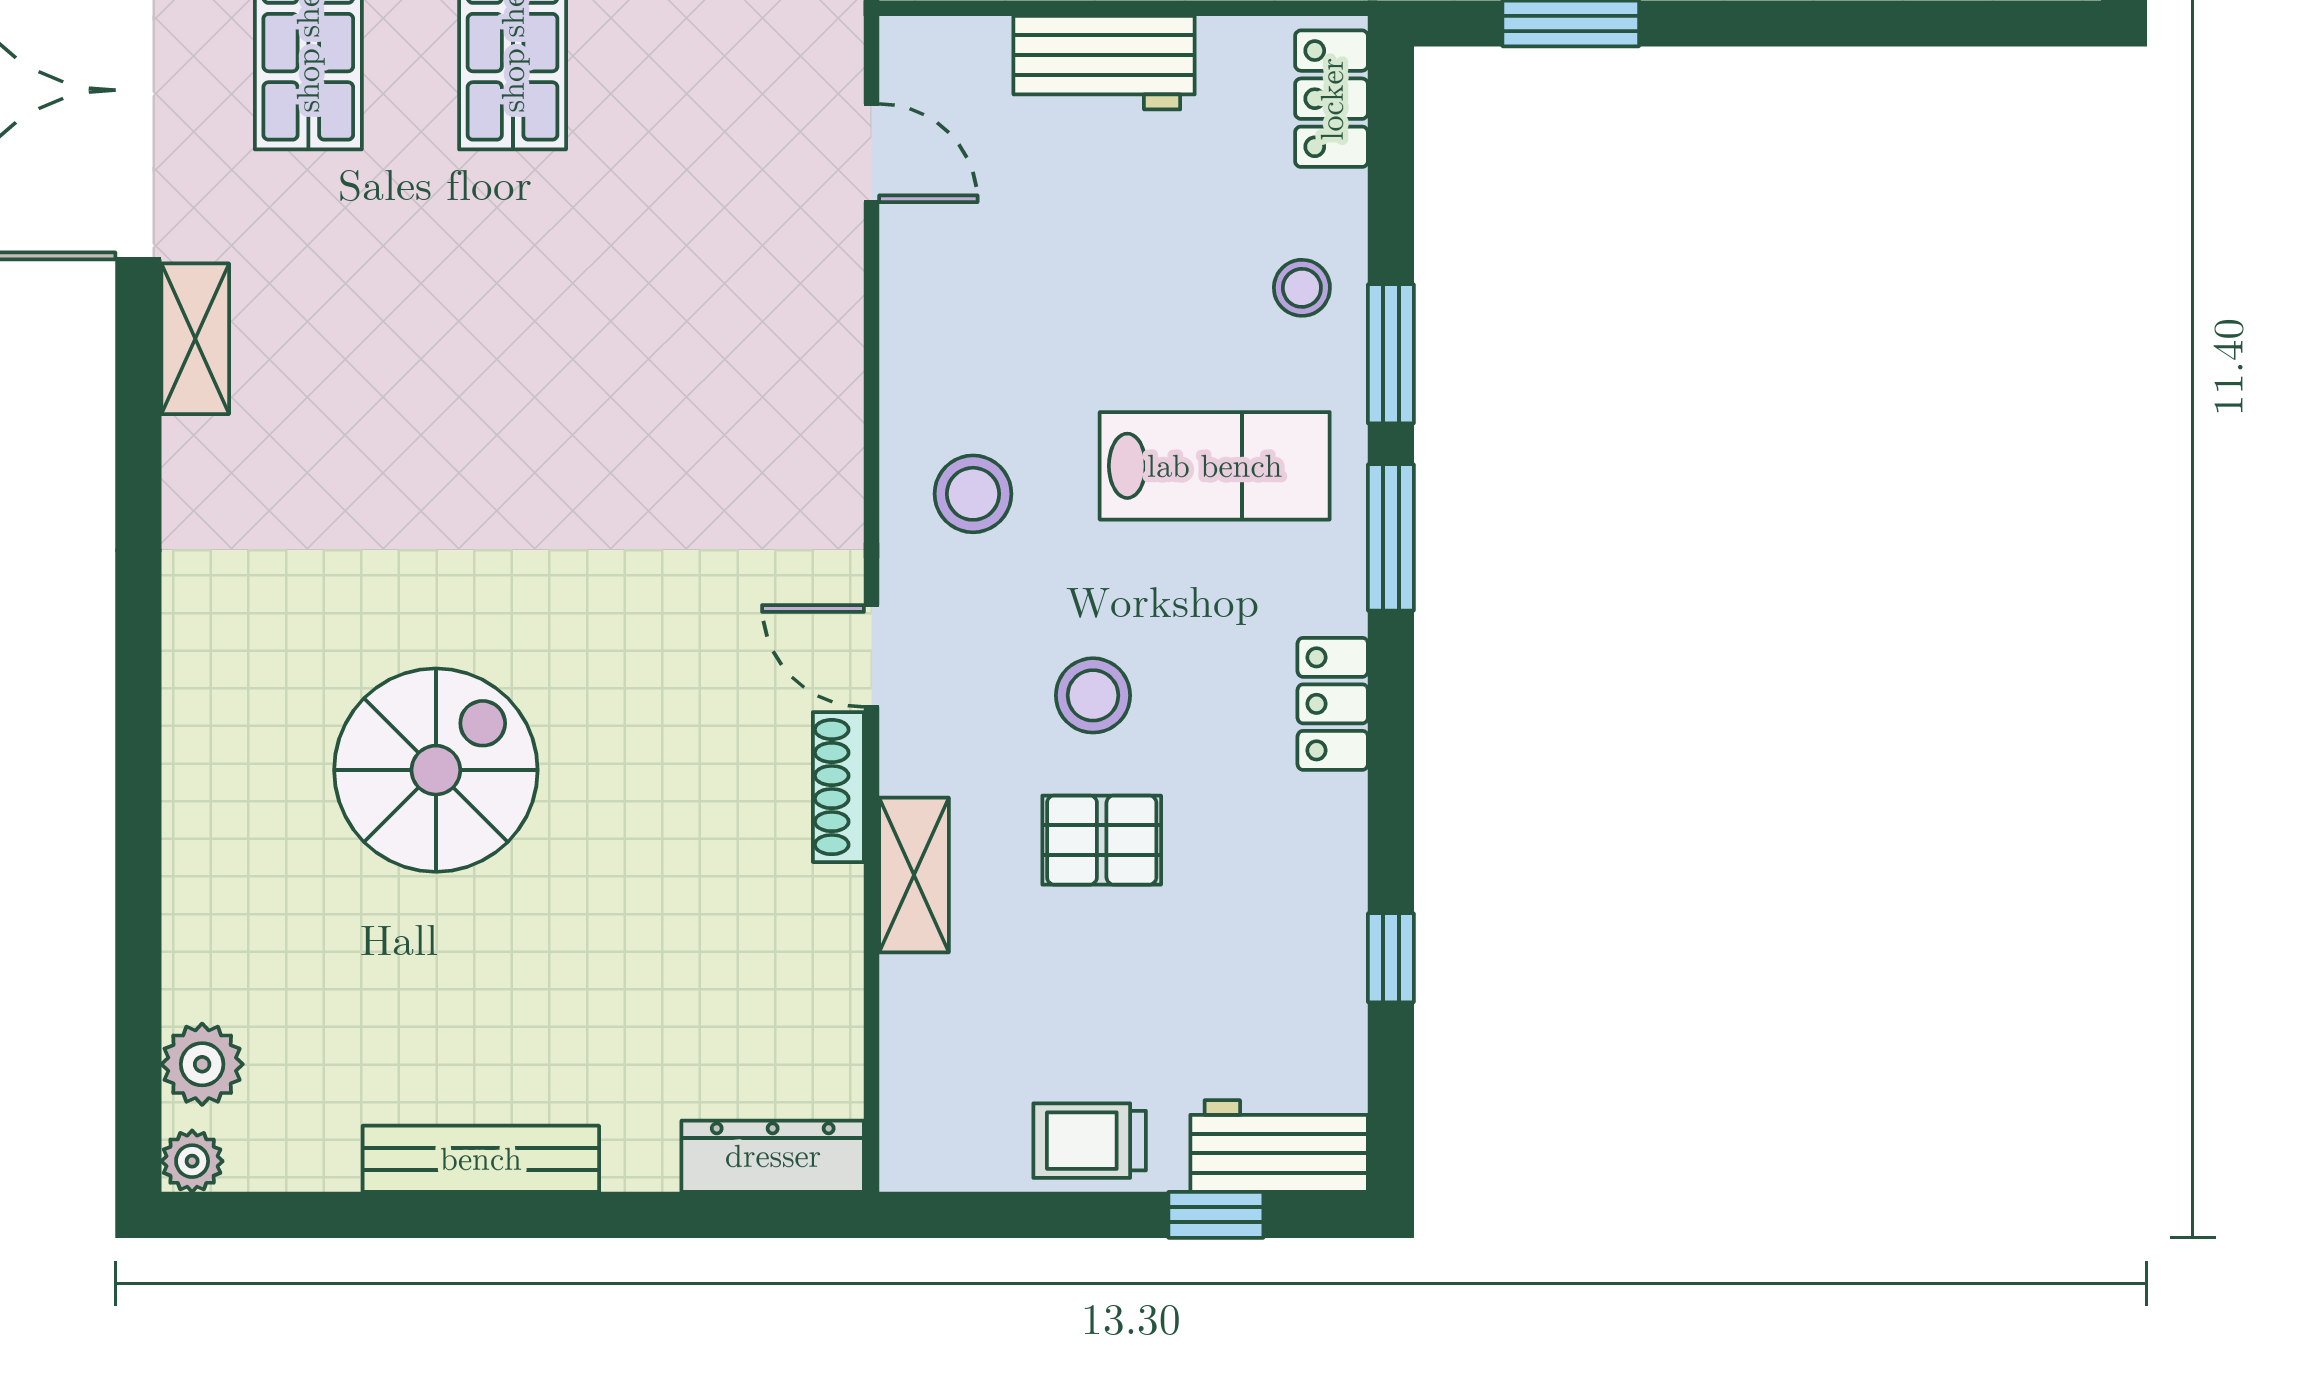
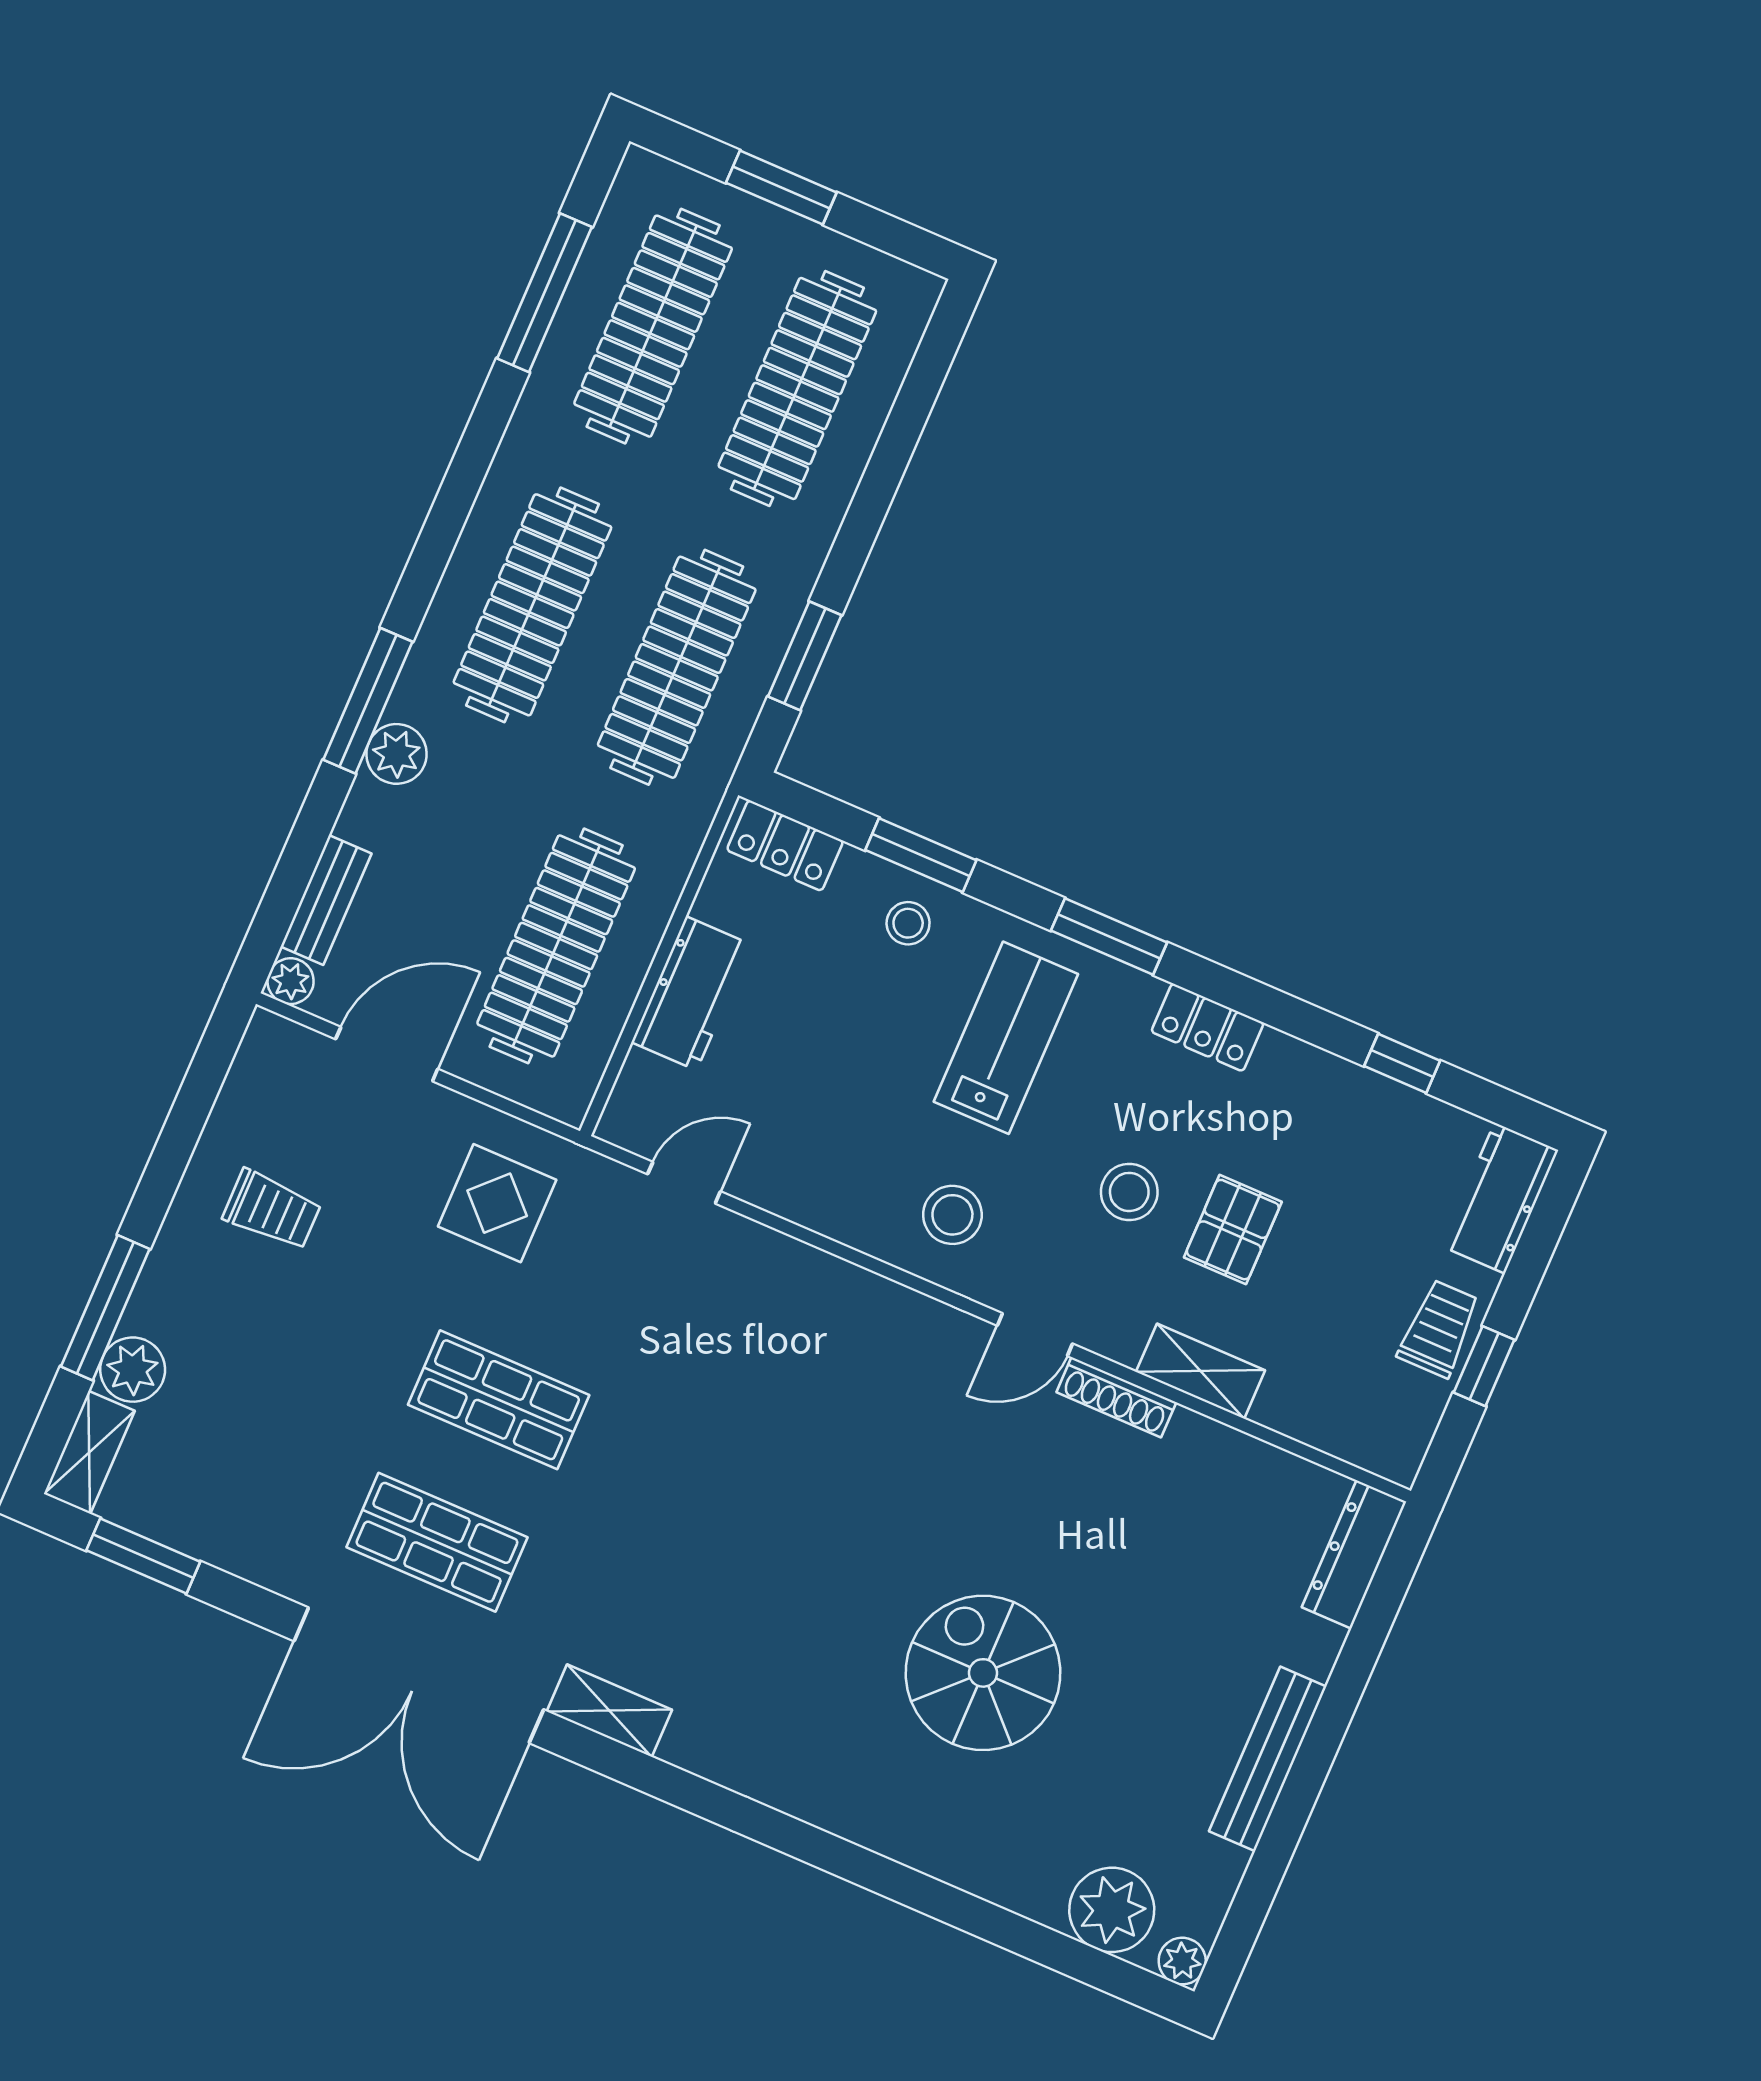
window: (1391, 354) -> (921, 855), moved
plant: (202, 1064) -> (1112, 1910), width x1.36, depth x1.36
trolley: (1090, 1141) -> (1439, 1329), turned 180
window: (1216, 1215) -> (1484, 1366), moved

